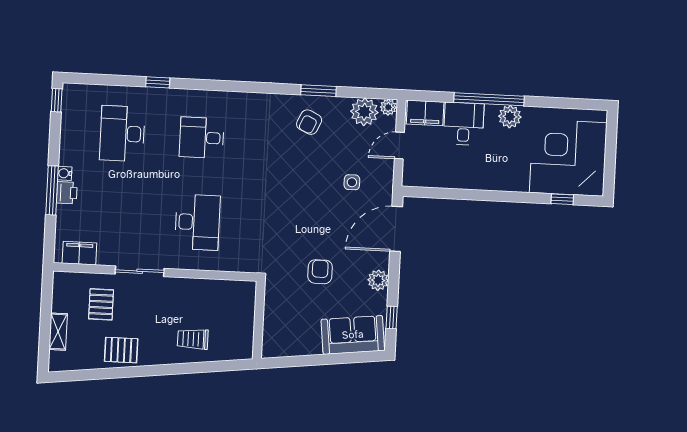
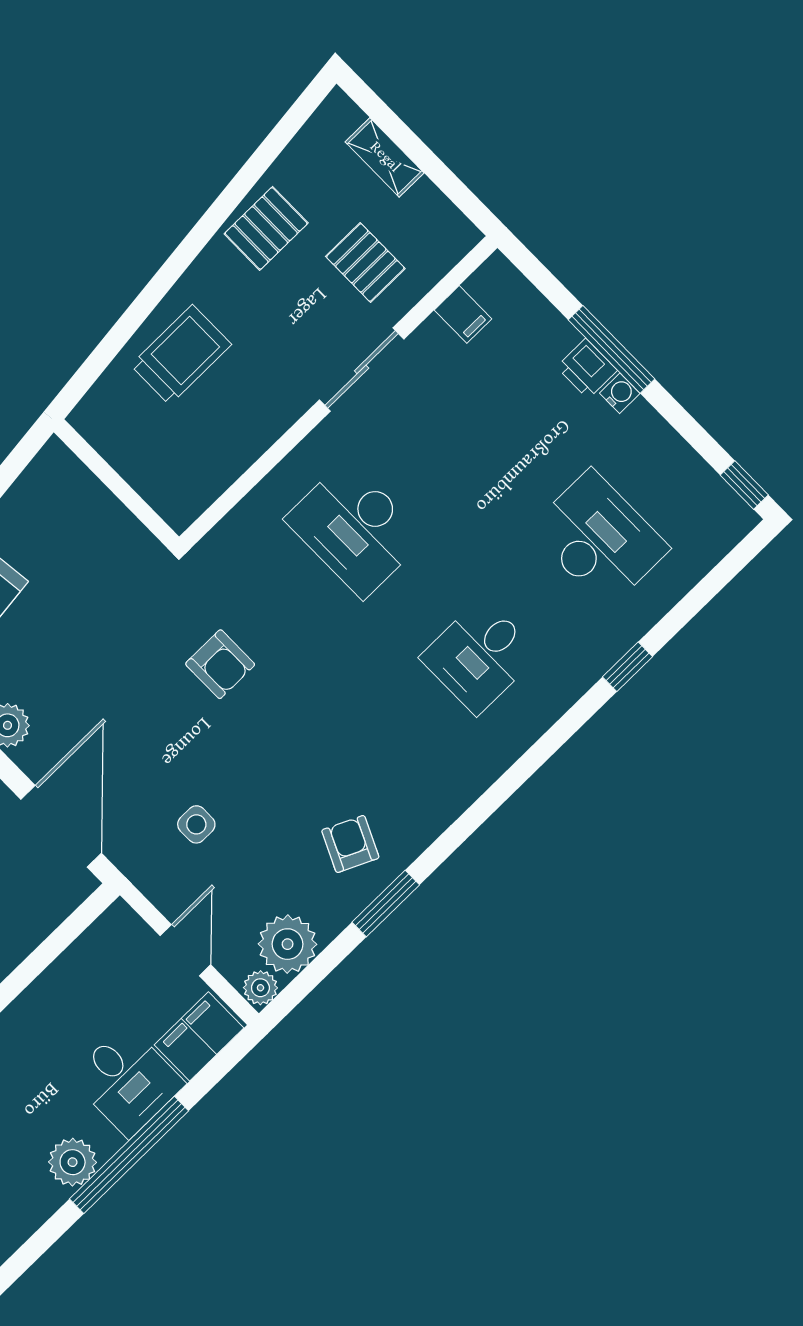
desk: (202, 138) -> (480, 656), turned 180
filing cabinet: (79, 253) -> (463, 314), width x0.50
armchair: (320, 272) -> (220, 664), moved
trolley: (193, 339) -> (181, 355), width x1.36, depth x1.39

